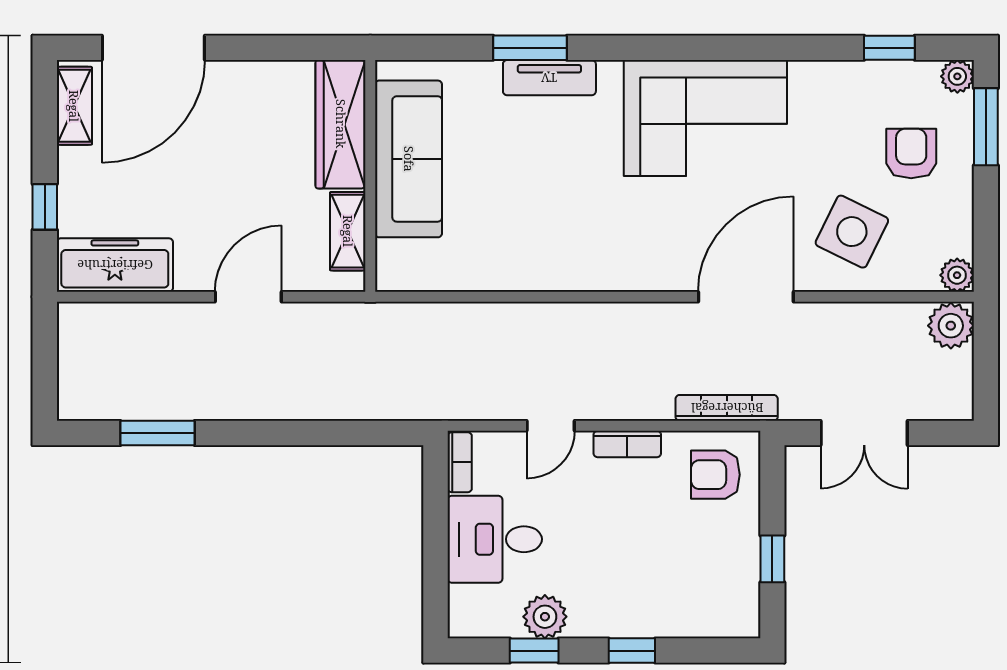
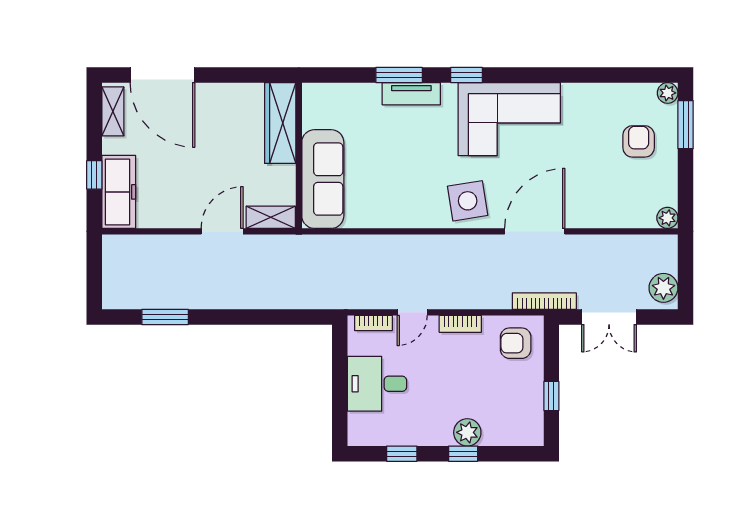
door: (153, 48) -> (162, 75), hinge flipped
window: (889, 48) -> (467, 75), moved
sofa: (409, 159) -> (323, 179), moved
shelving: (348, 231) -> (271, 217), moved, turned 90
side table: (852, 232) -> (468, 201), moved, turned -35
freezer: (115, 265) -> (119, 192), moved, turned 90
plant: (951, 326) -> (663, 288), moved
bookcase: (727, 408) -> (544, 301), moved
bookcase: (460, 462) -> (373, 323), moved, turned 90
plant: (545, 617) -> (467, 432), moved

